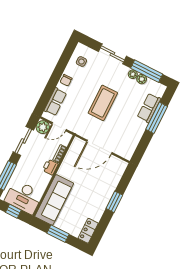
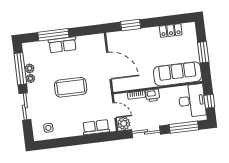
chair: (66, 80) -> (72, 130), removed
row of seats: (149, 108) -> (63, 45), moved
window: (114, 202) -> (131, 25), moved
locker: (88, 231) -> (171, 31), moved

